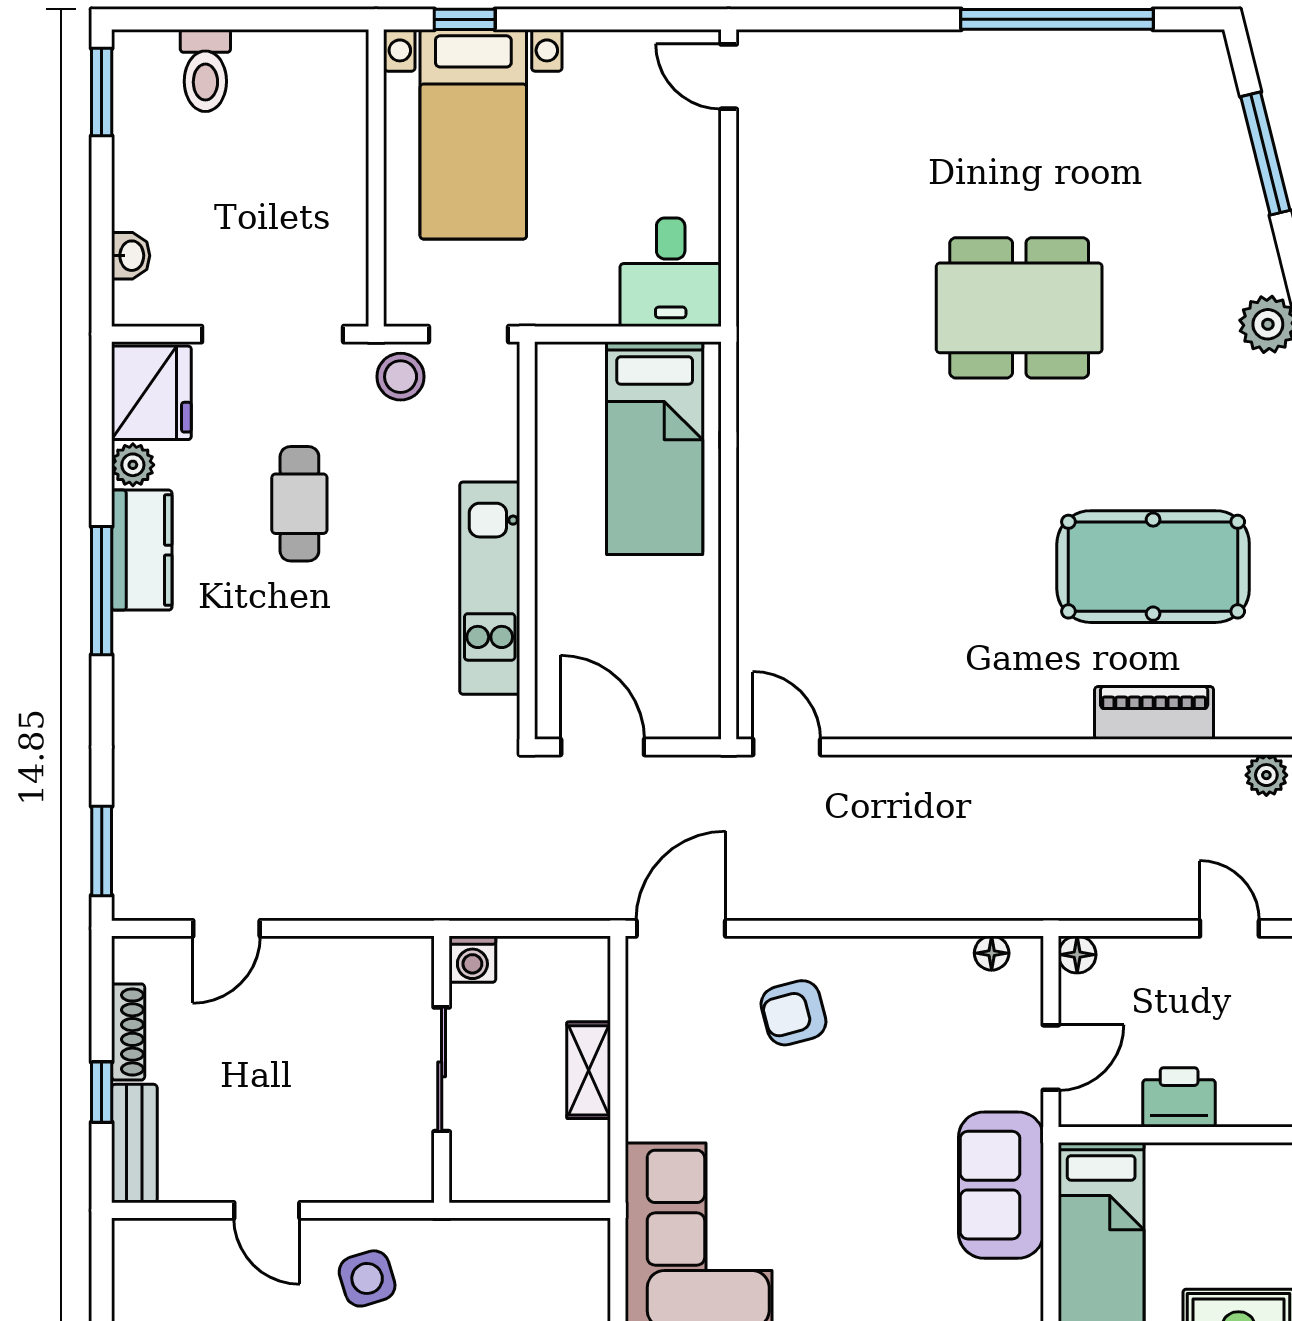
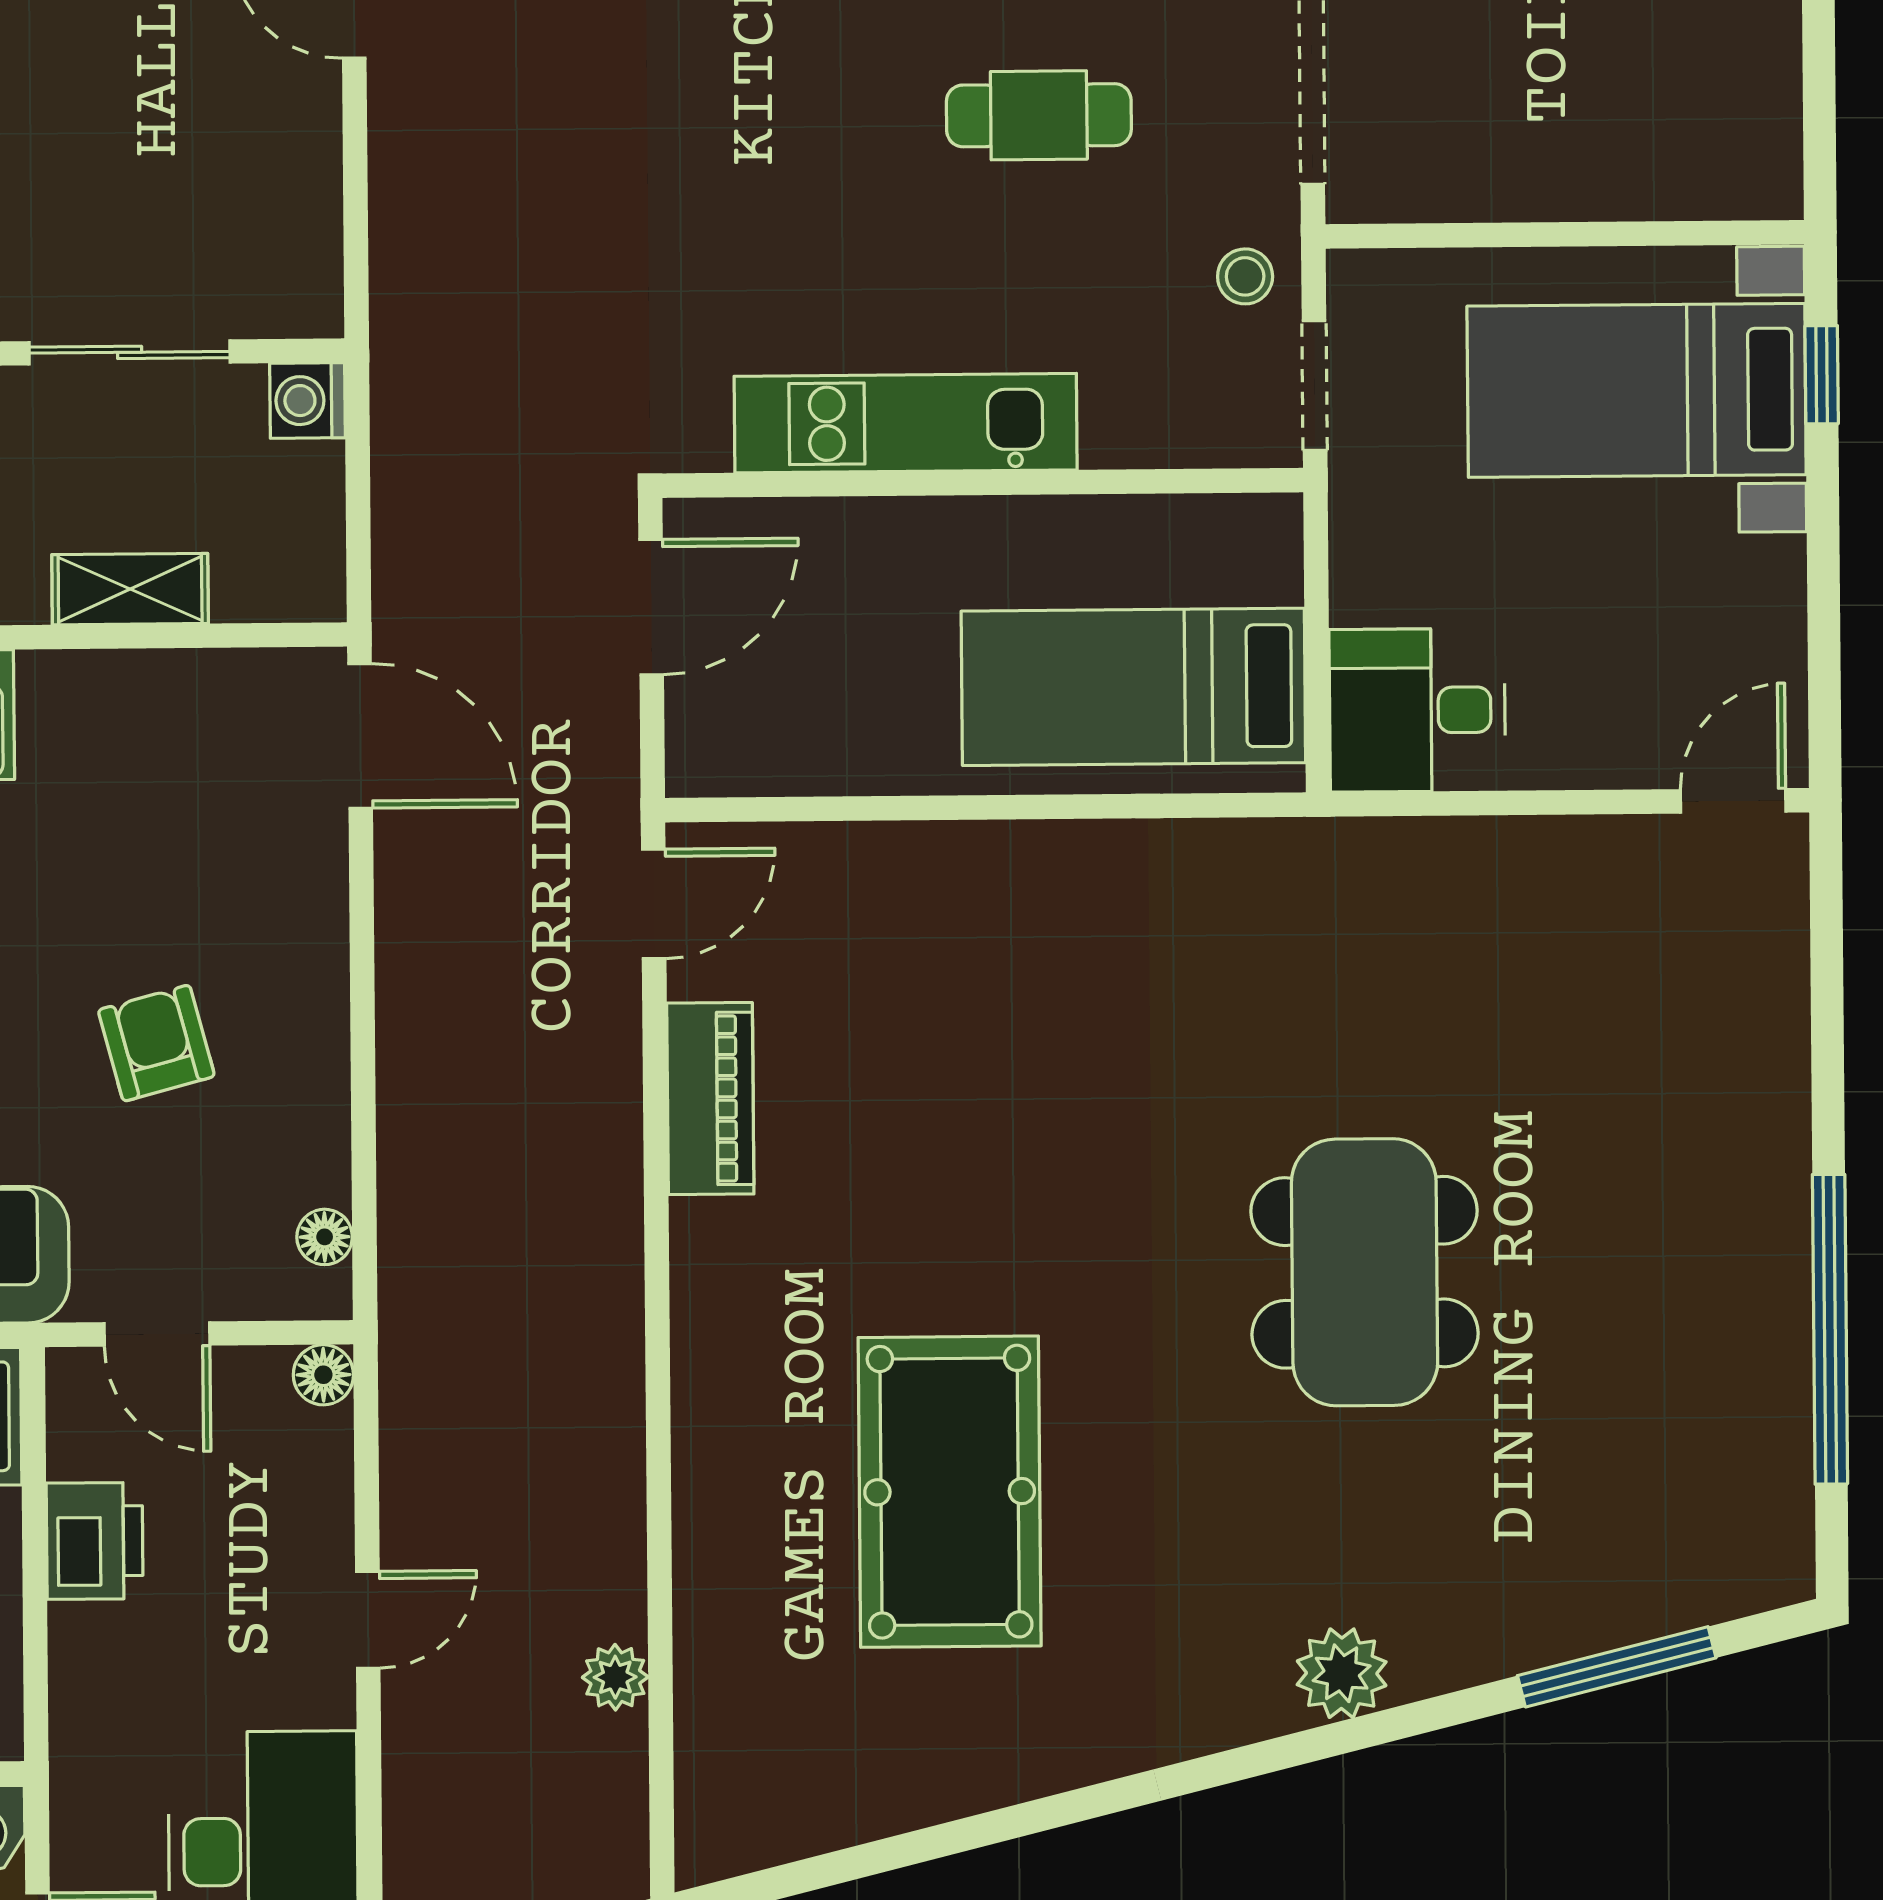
stool: (401, 377) -> (1245, 276), width x0.73, depth x0.73
piano: (1154, 713) -> (710, 1099), moved
armchair: (793, 1013) -> (156, 1043), moved

